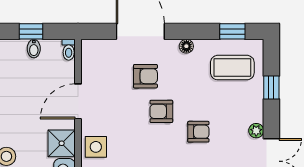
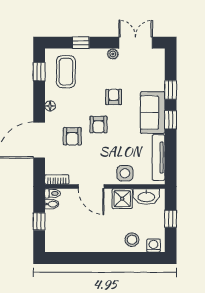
bidet: (34, 49) -> (52, 204), moved
bookcase: (87, 55) -> (57, 180), added
armchair: (145, 76) -> (72, 136), turned 180

